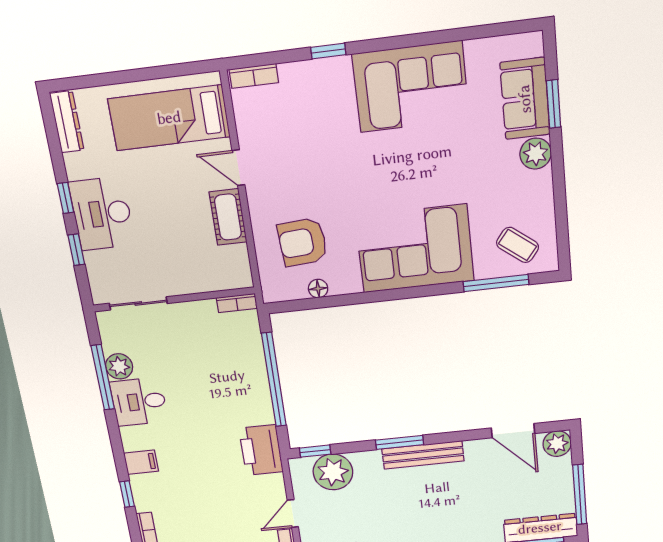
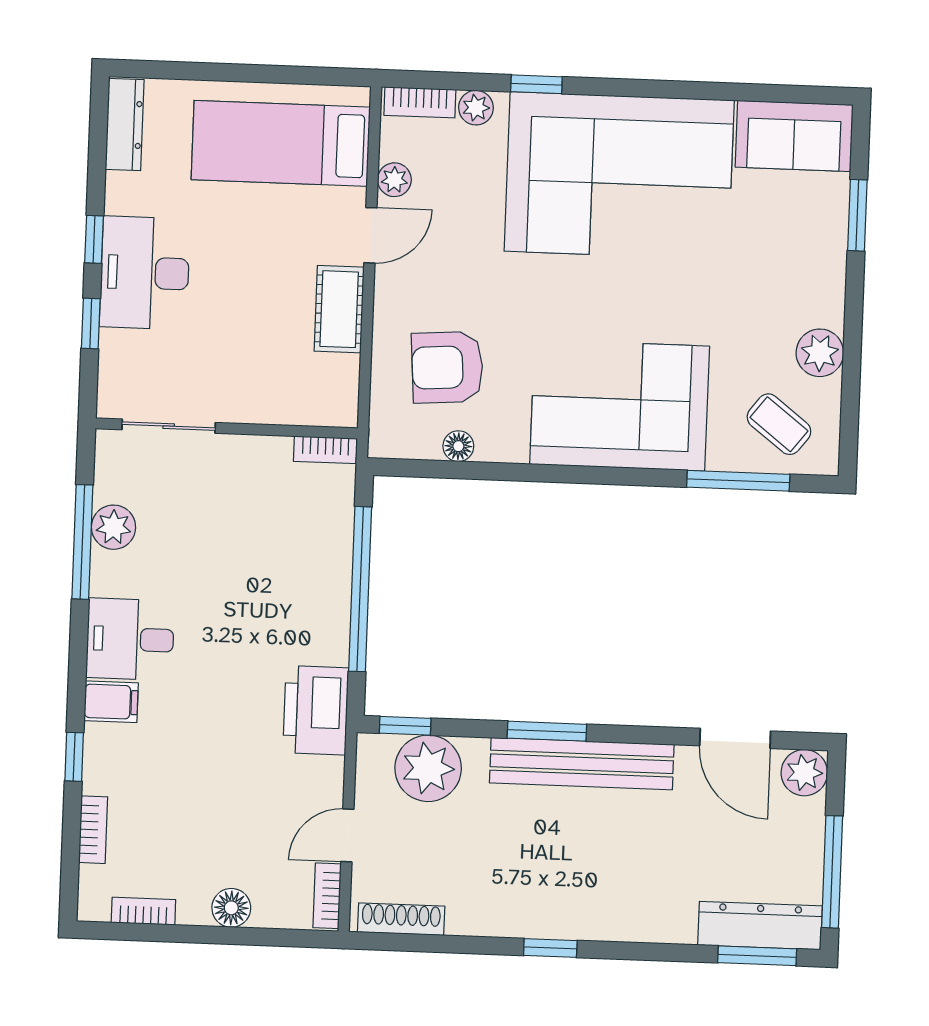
plant: (291, 73) -> (476, 108), added
corner sofa: (411, 87) -> (619, 176), width x1.36, depth x1.36
sofa: (525, 99) -> (794, 136), moved, turned -90
plant: (247, 130) -> (394, 180), added
plant: (536, 154) -> (820, 353), moved
door: (238, 168) -> (370, 235), swing flipped
desk: (139, 402) -> (130, 639), moved
bench: (423, 455) -> (582, 764), width x1.37, depth x1.21

